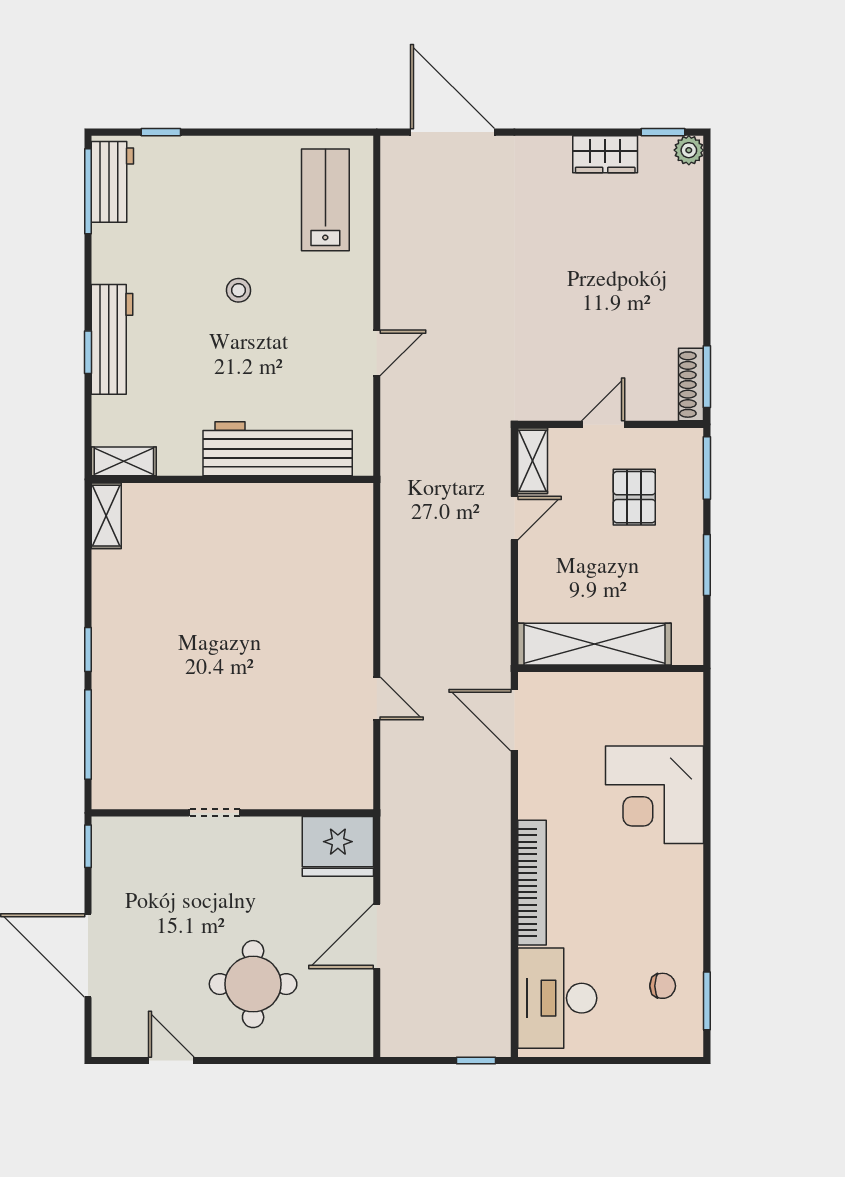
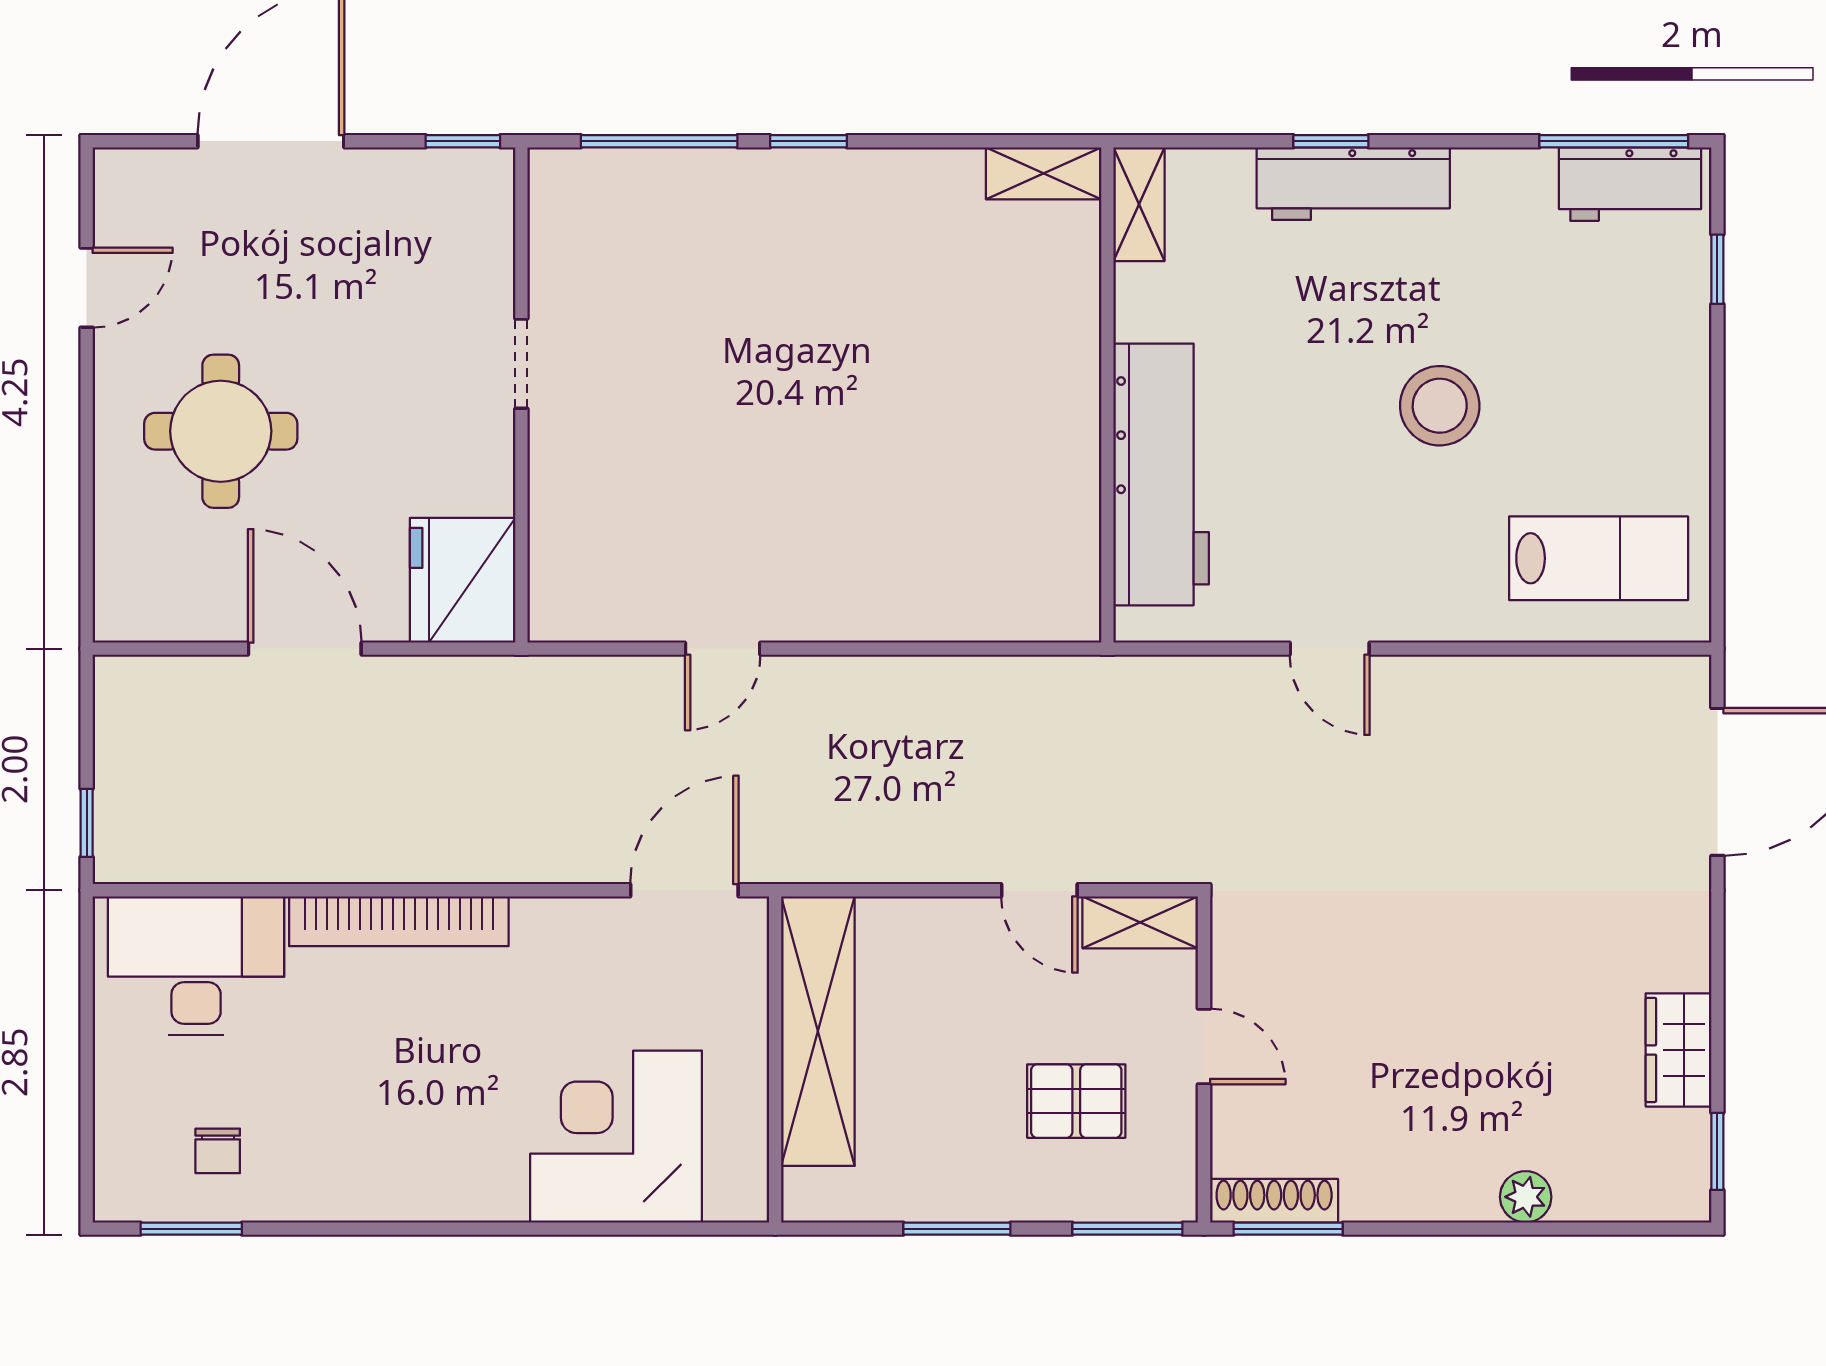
plant: (689, 150) -> (1526, 1197), moved
stool: (238, 290) -> (1440, 406), width x1.89, depth x1.89
corner desk: (654, 795) -> (616, 1137), moved

